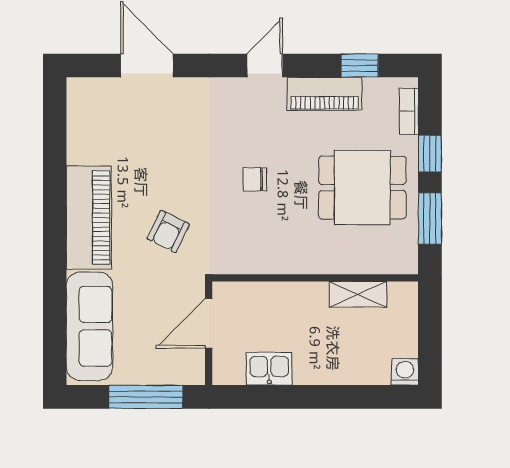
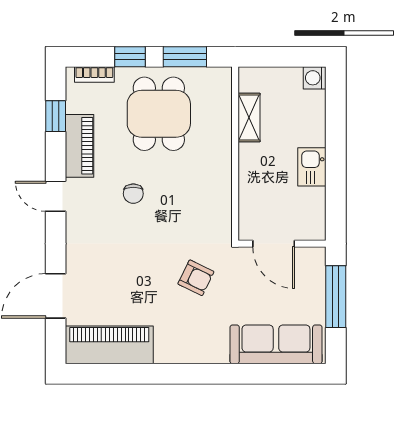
chair: (255, 179) -> (133, 194), moved
piano: (89, 218) -> (109, 345), moved
kitchen sink: (269, 369) -> (312, 167), moved

